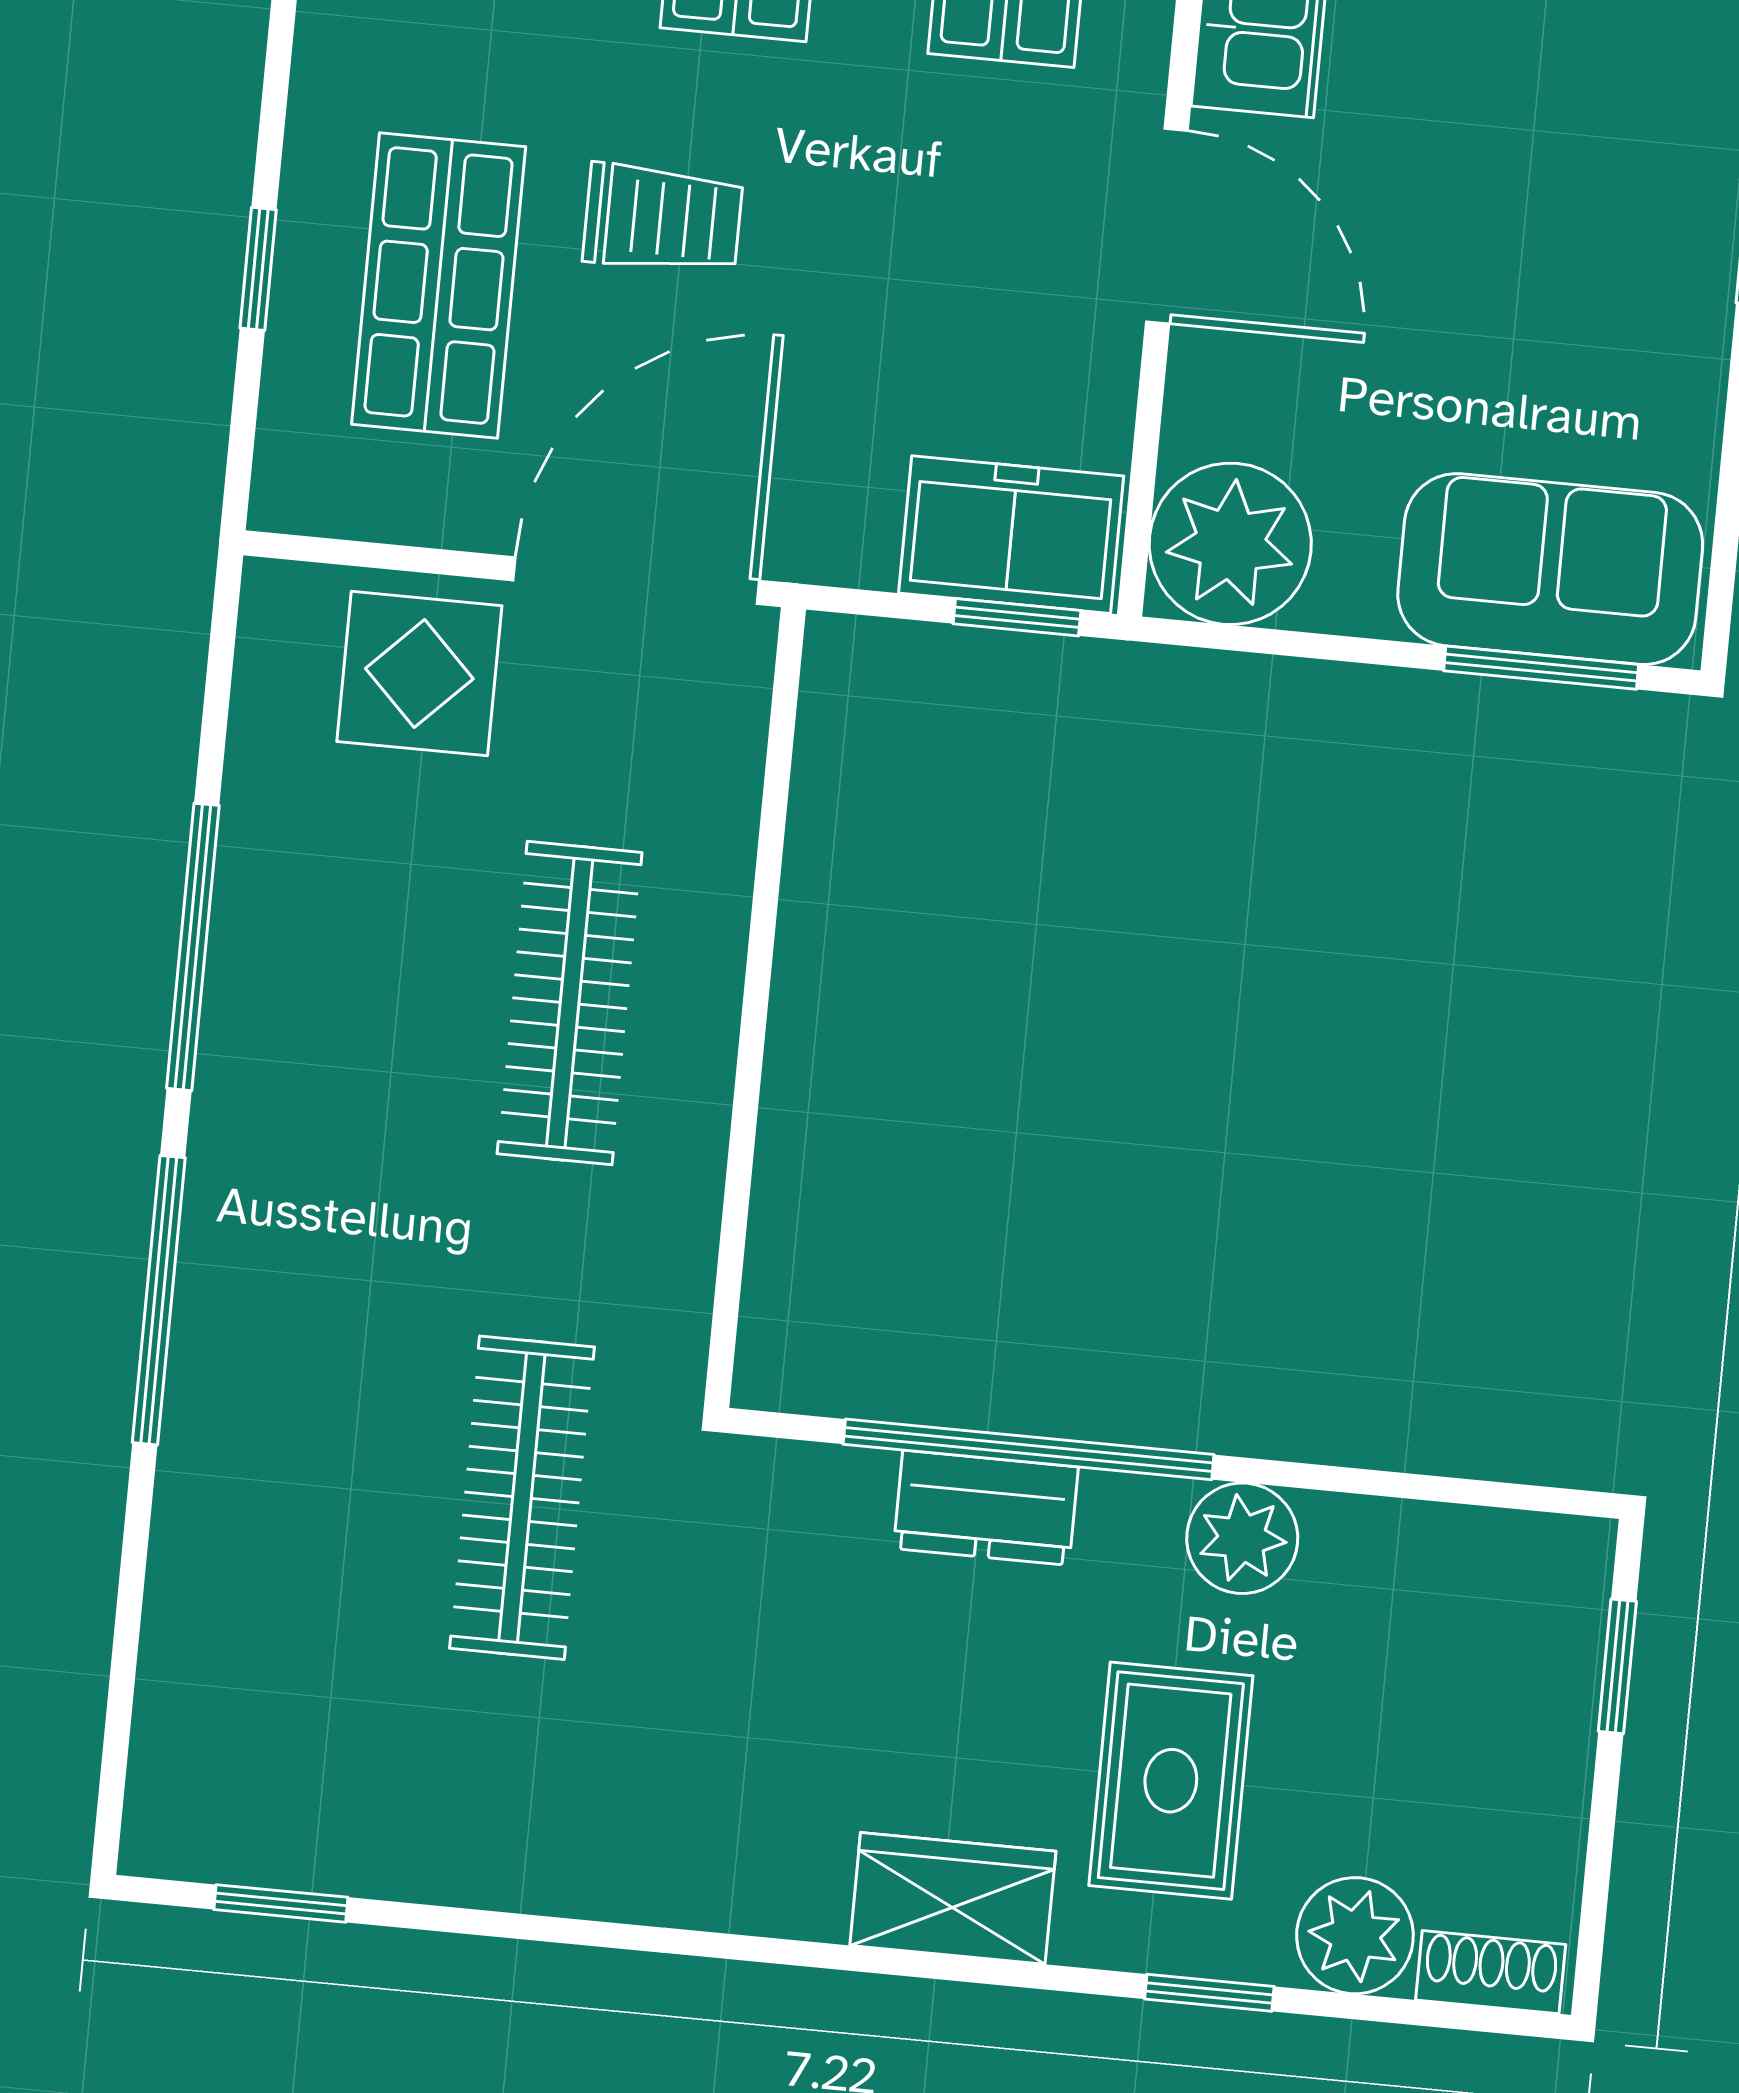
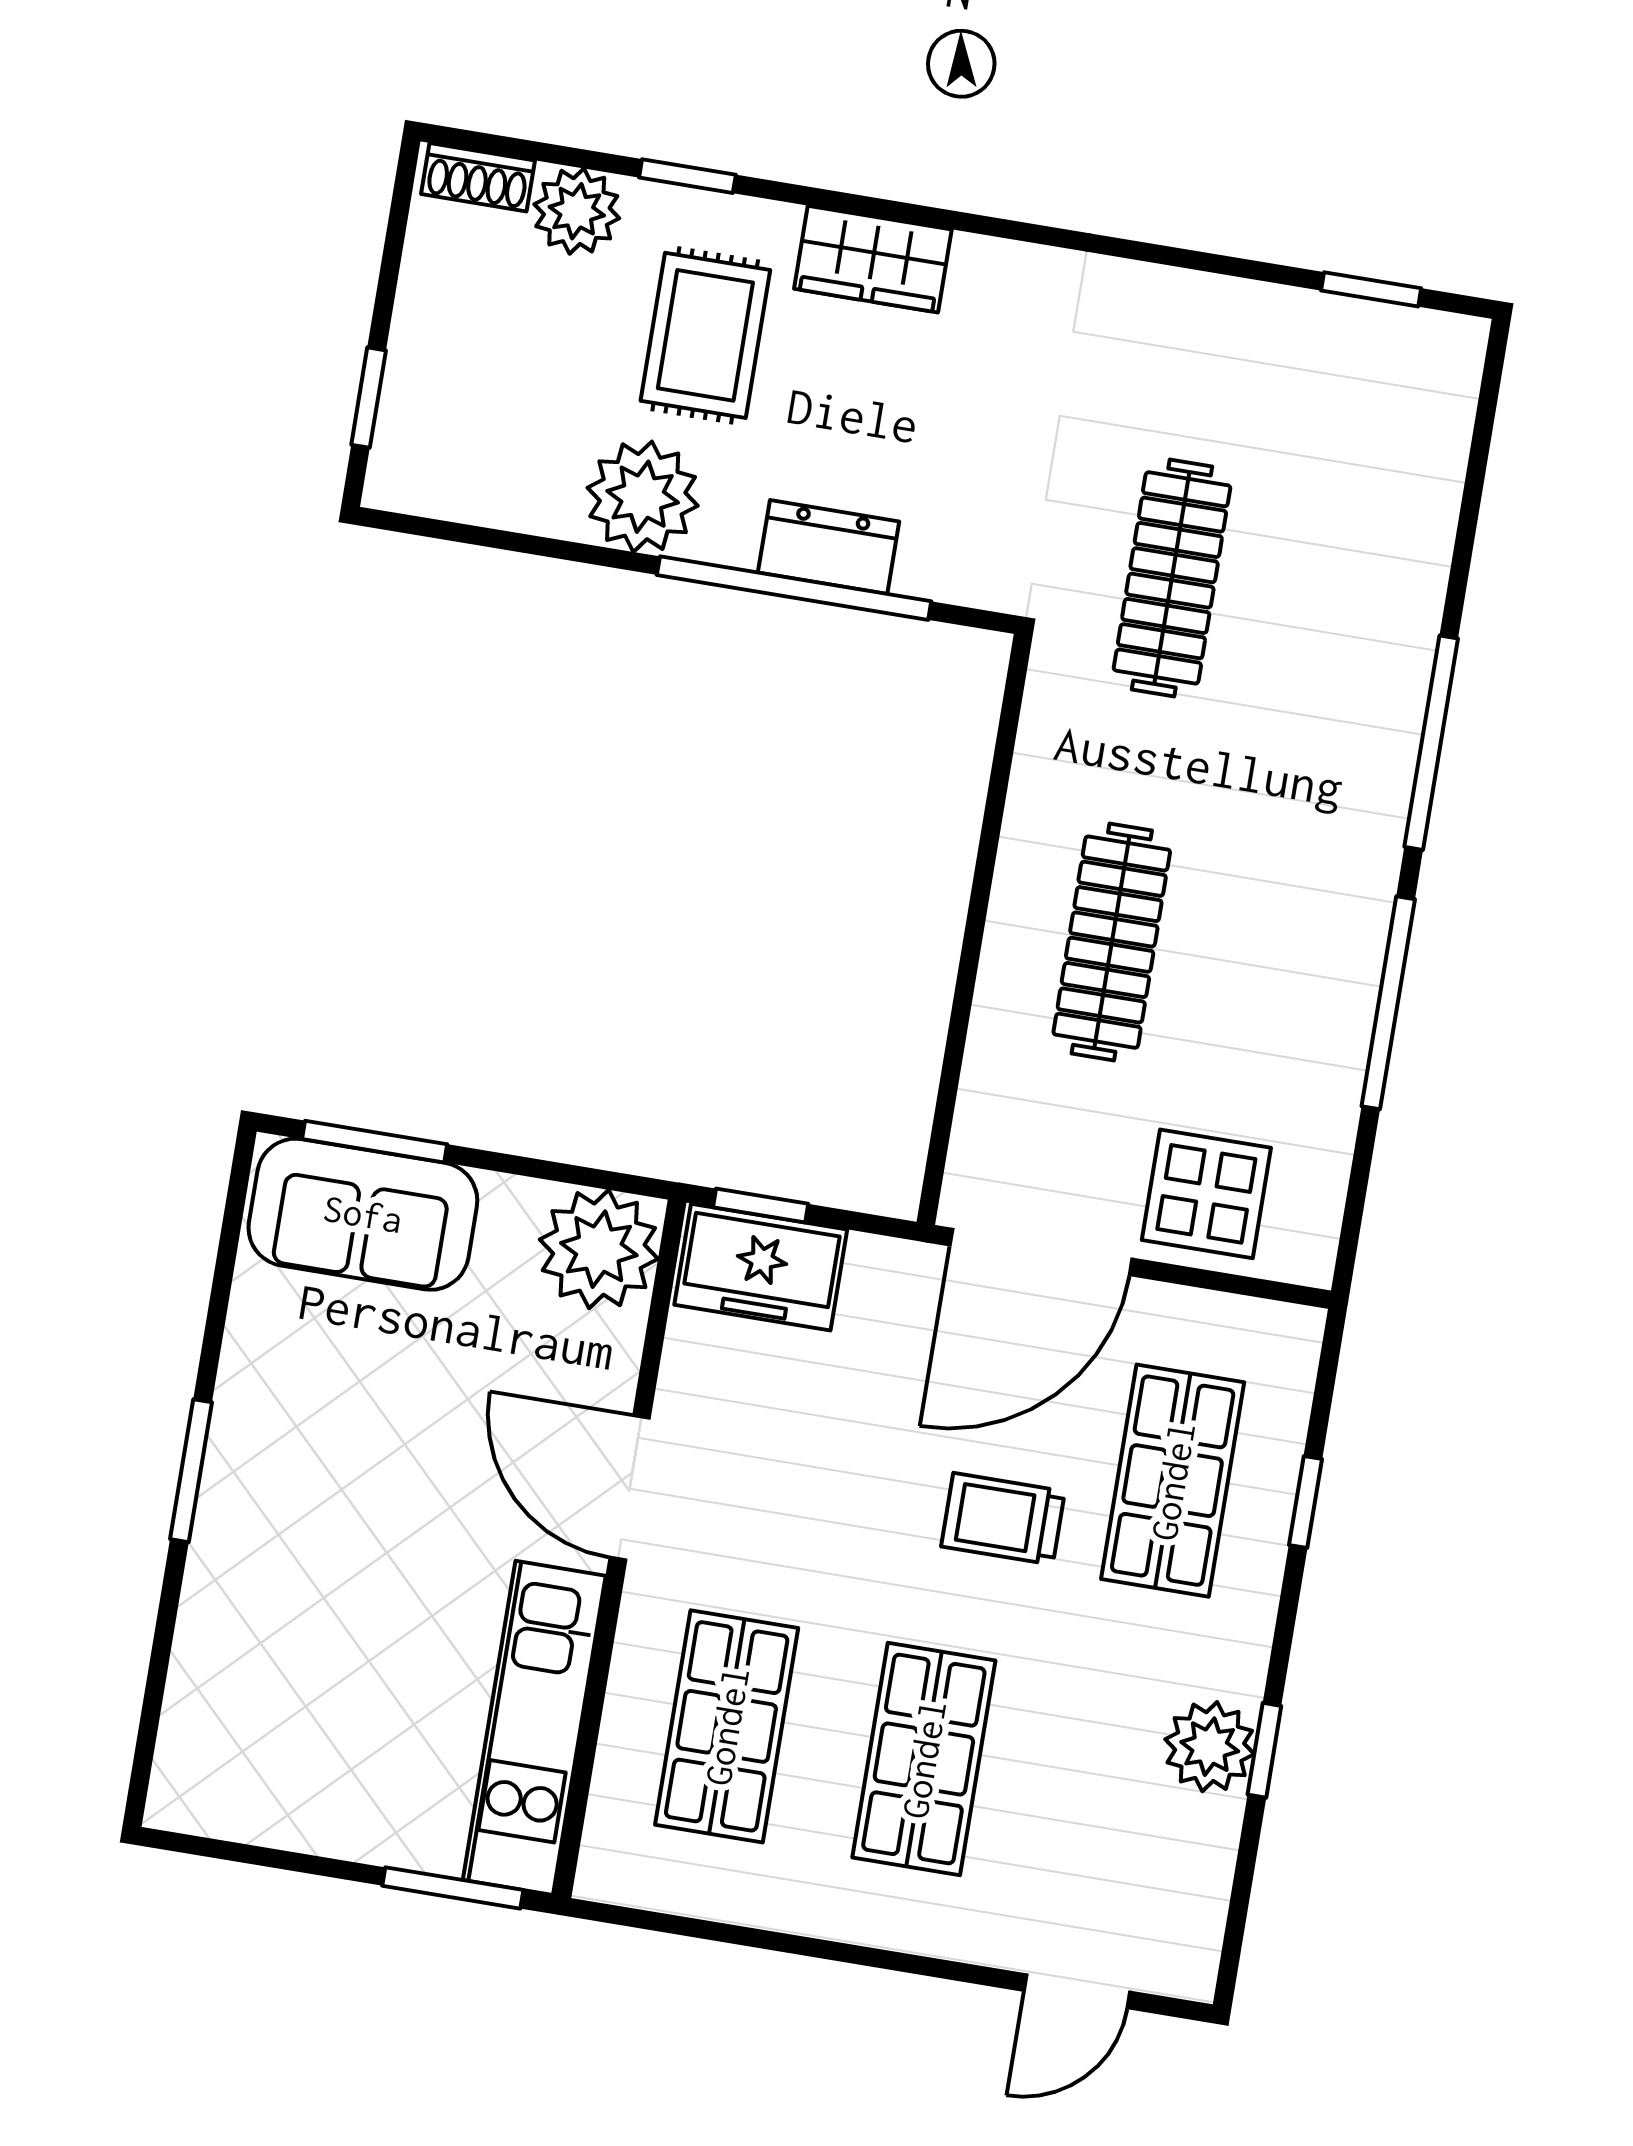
plant: (1242, 1538) -> (643, 497), width x1.36, depth x1.36

